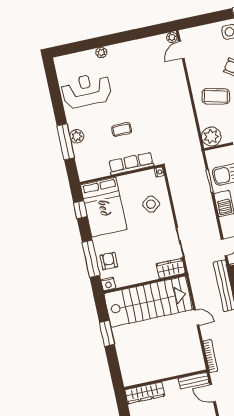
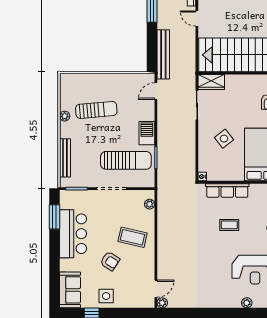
plant: (101, 52) -> (247, 303), moved
plant: (211, 137) -> (150, 204), width x0.53, depth x0.53
side table: (151, 204) -> (224, 139), moved
door: (196, 318) -> (197, 19), moved

